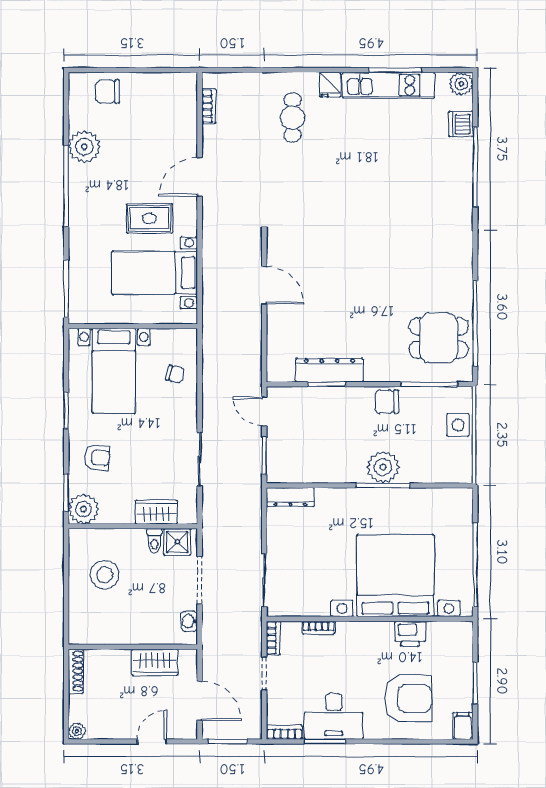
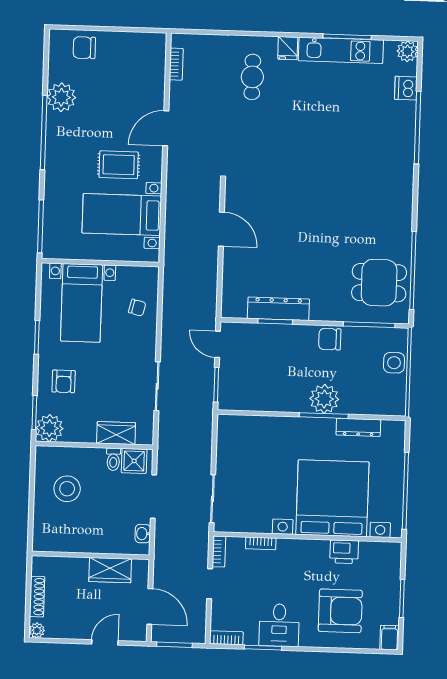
armchair: (97, 457) -> (64, 381), turned 84
dresser: (290, 497) -> (358, 427), moved
shoe rack: (76, 671) -> (37, 597), moved
desk: (334, 716) -> (279, 625), width x0.73

